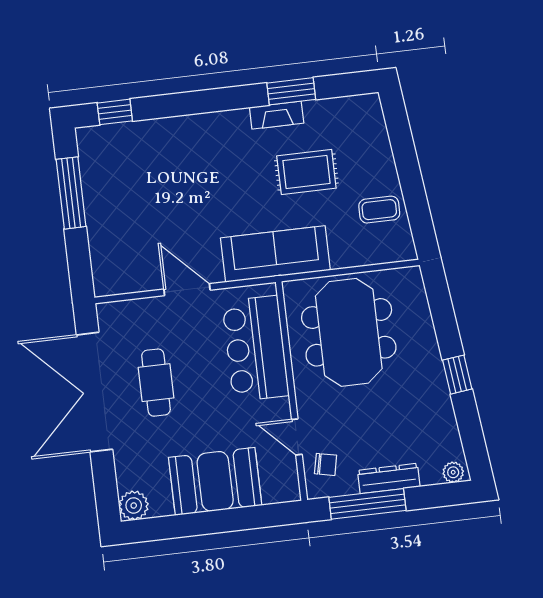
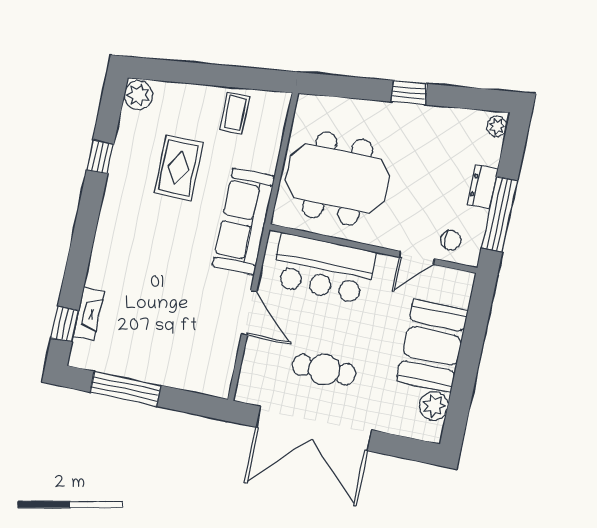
window: (291, 91) -> (100, 157), width x0.67
plant: (365, 108) -> (138, 95), added
fireplace: (277, 115) -> (89, 314), moved
door: (187, 290) -> (249, 313), swing flipped
chair: (326, 464) -> (451, 240), turned 78
dresser: (389, 478) -> (483, 187), width x0.70
plant: (134, 505) -> (434, 406), moved

